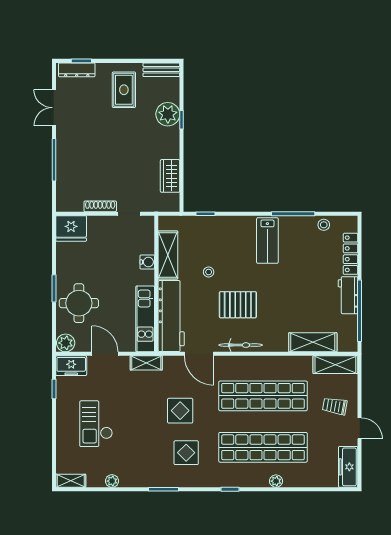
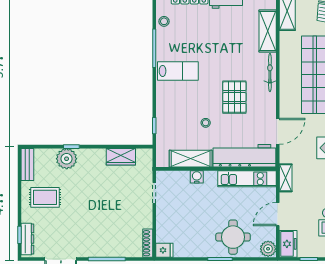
shoe rack: (100, 206) -> (148, 243), moved
fridge: (71, 228) -> (164, 250), width x0.53, depth x0.75
bicycle: (241, 345) -> (270, 73), moved

